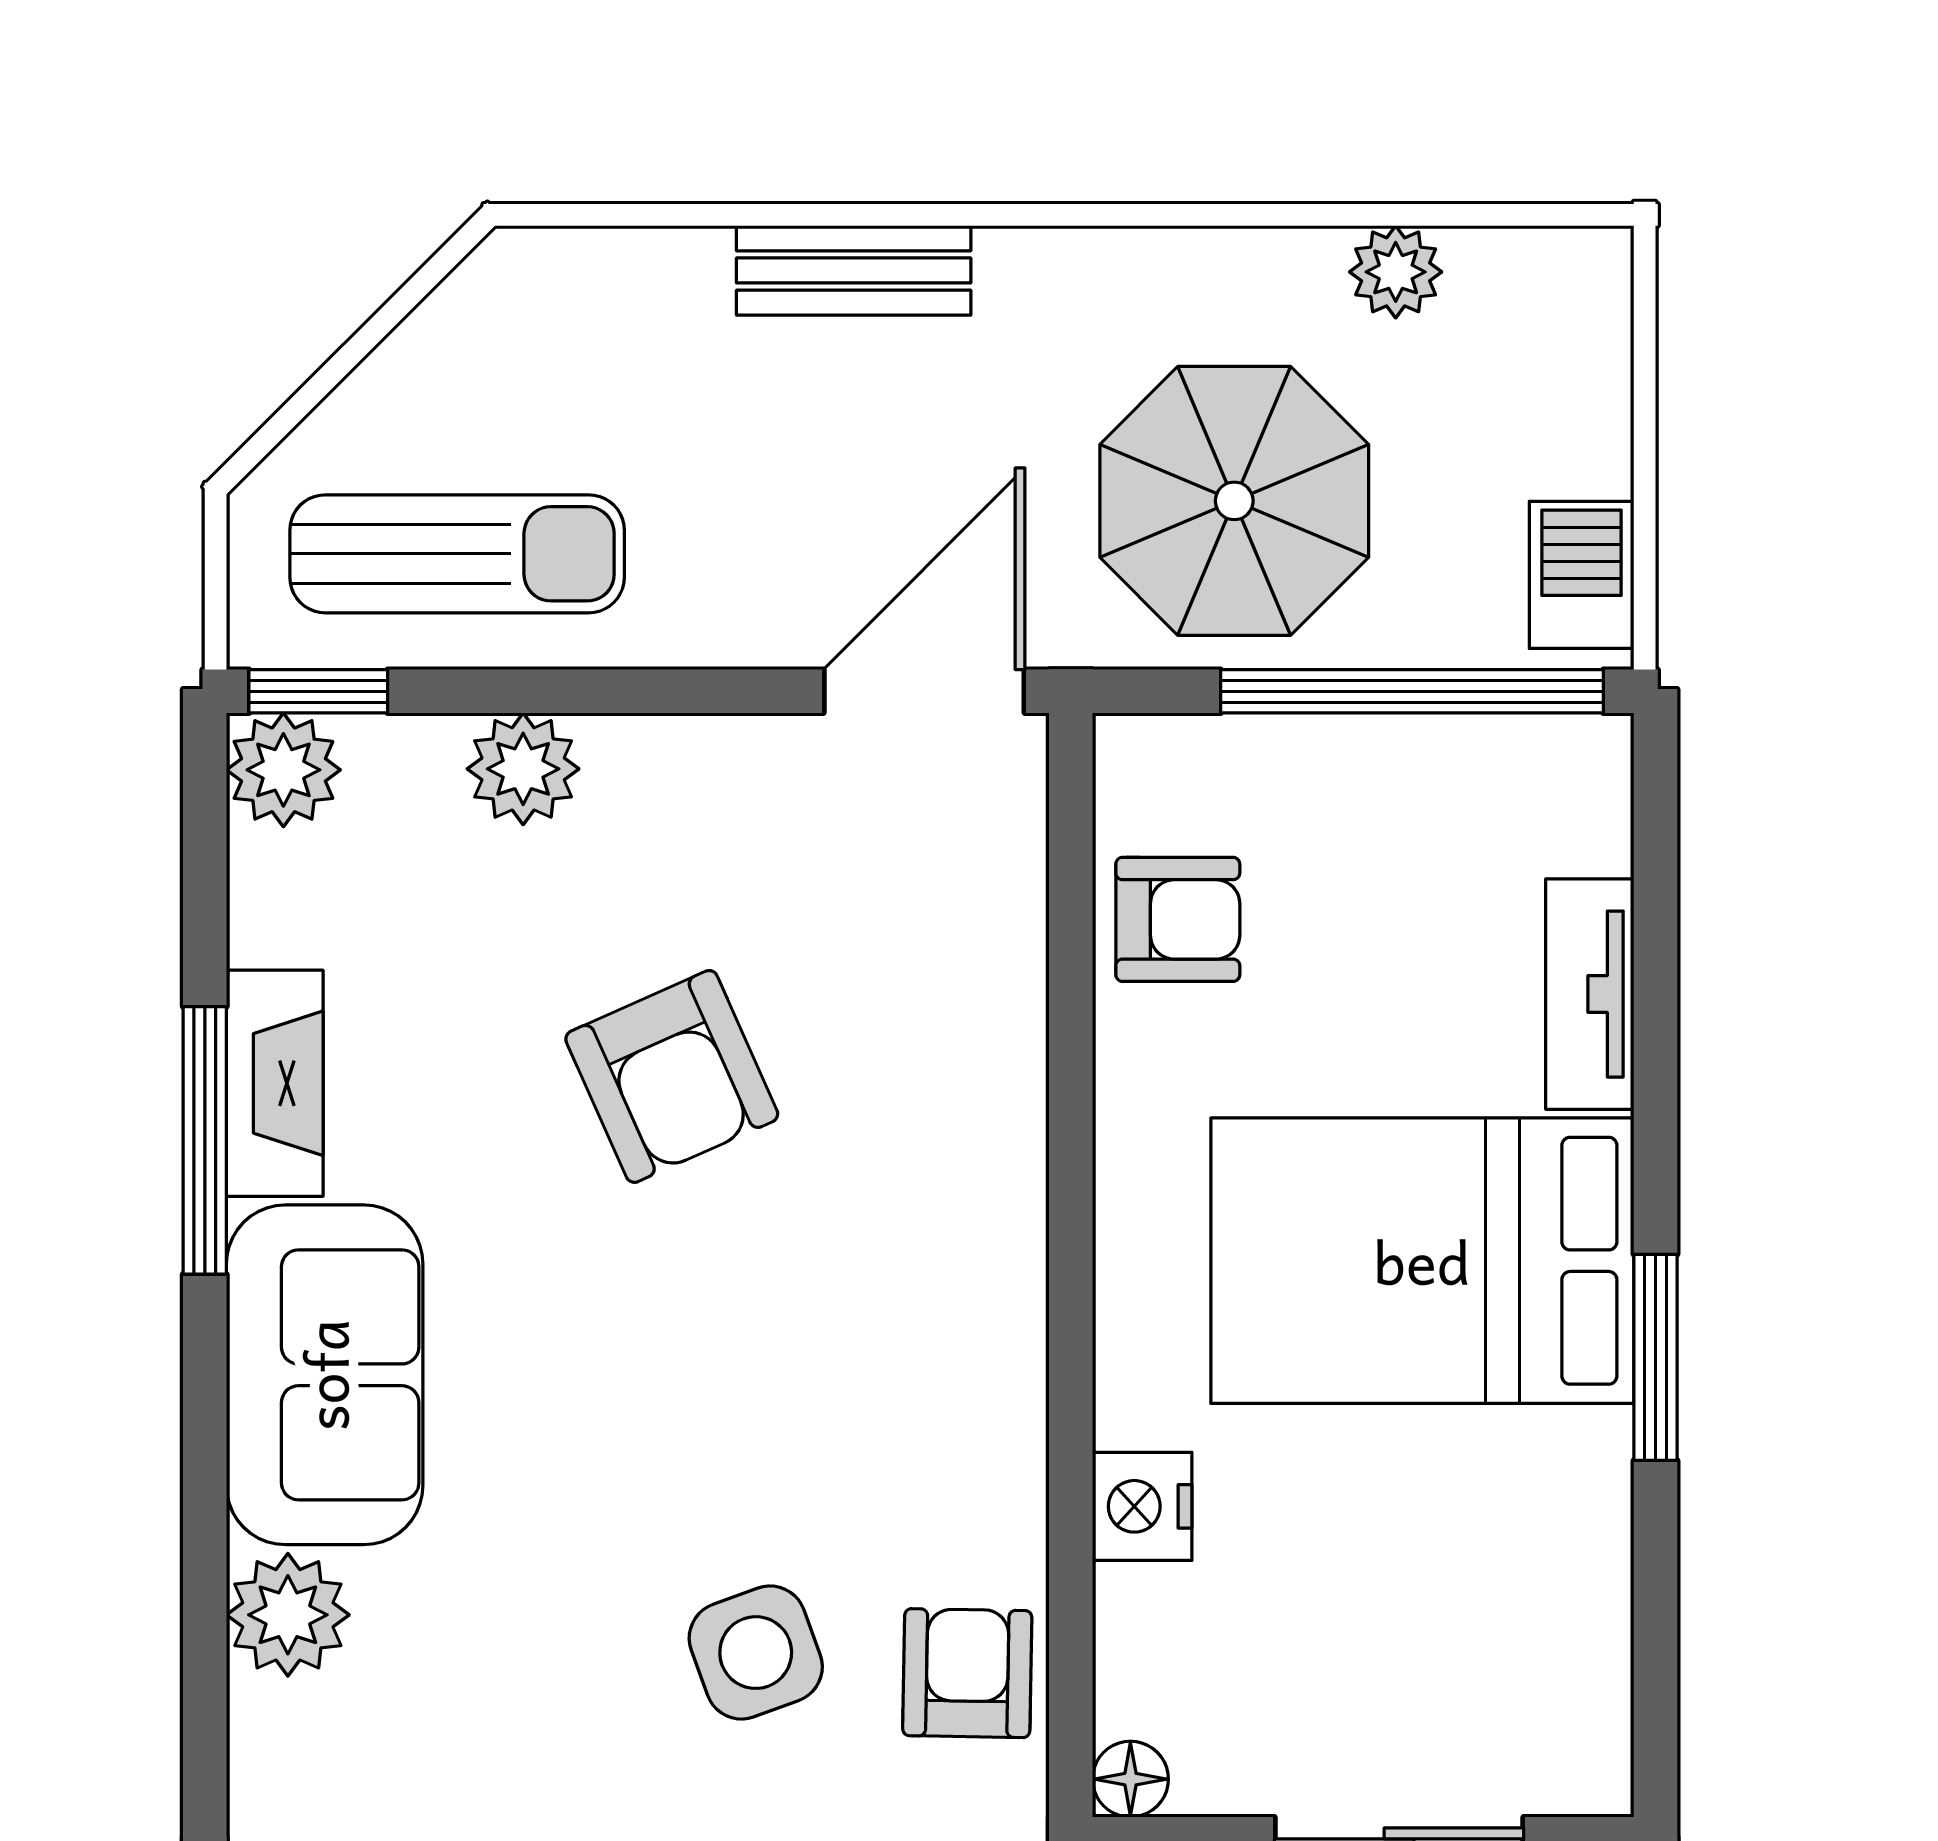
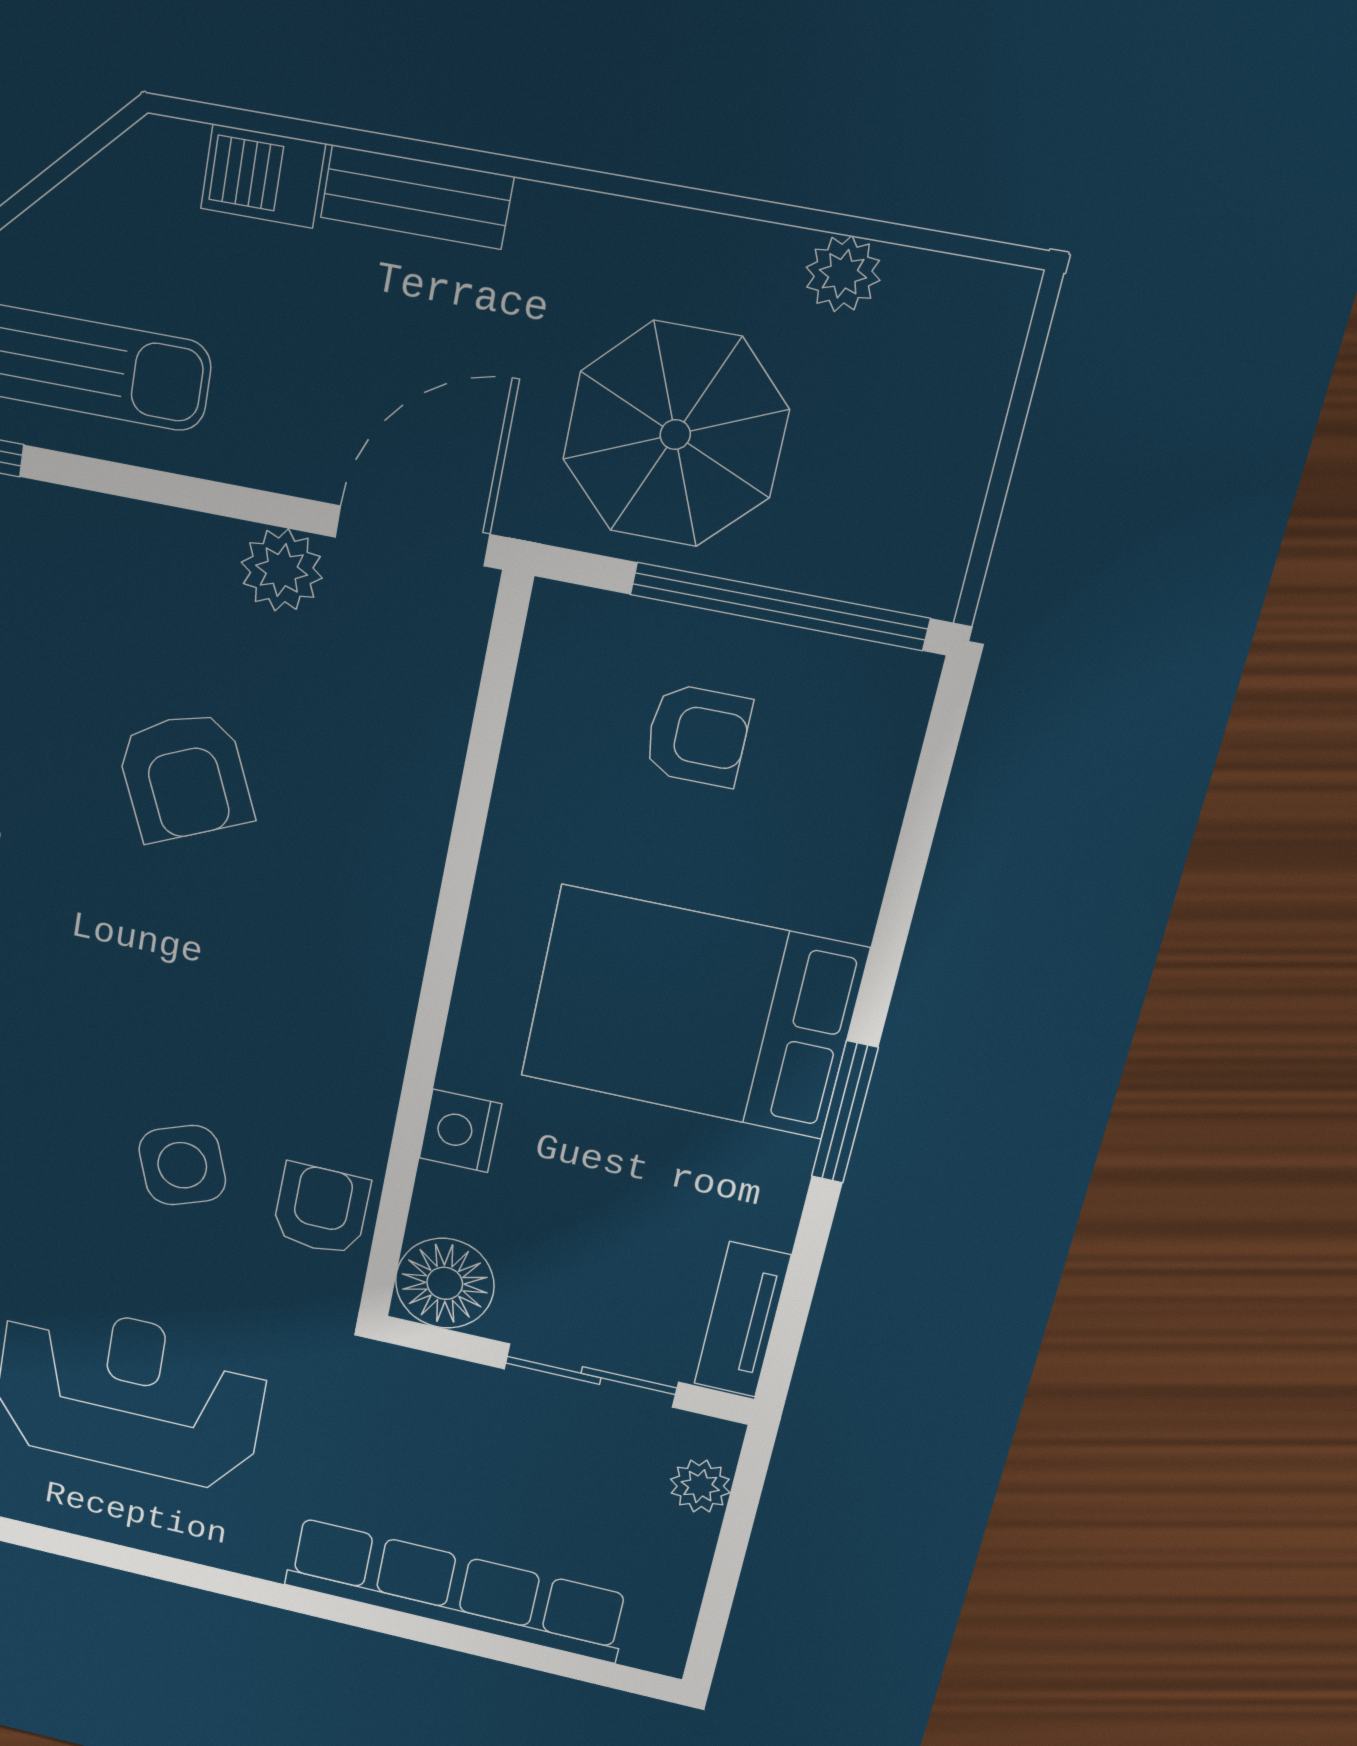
barbecue: (1582, 575) -> (263, 176), moved, turned -90
plant: (523, 769) -> (282, 570), moved
armchair: (1178, 919) -> (697, 735), moved
tv unit: (1590, 994) -> (742, 1320), moved
floor lamp: (1130, 1779) -> (445, 1283), width x1.89, depth x1.89

